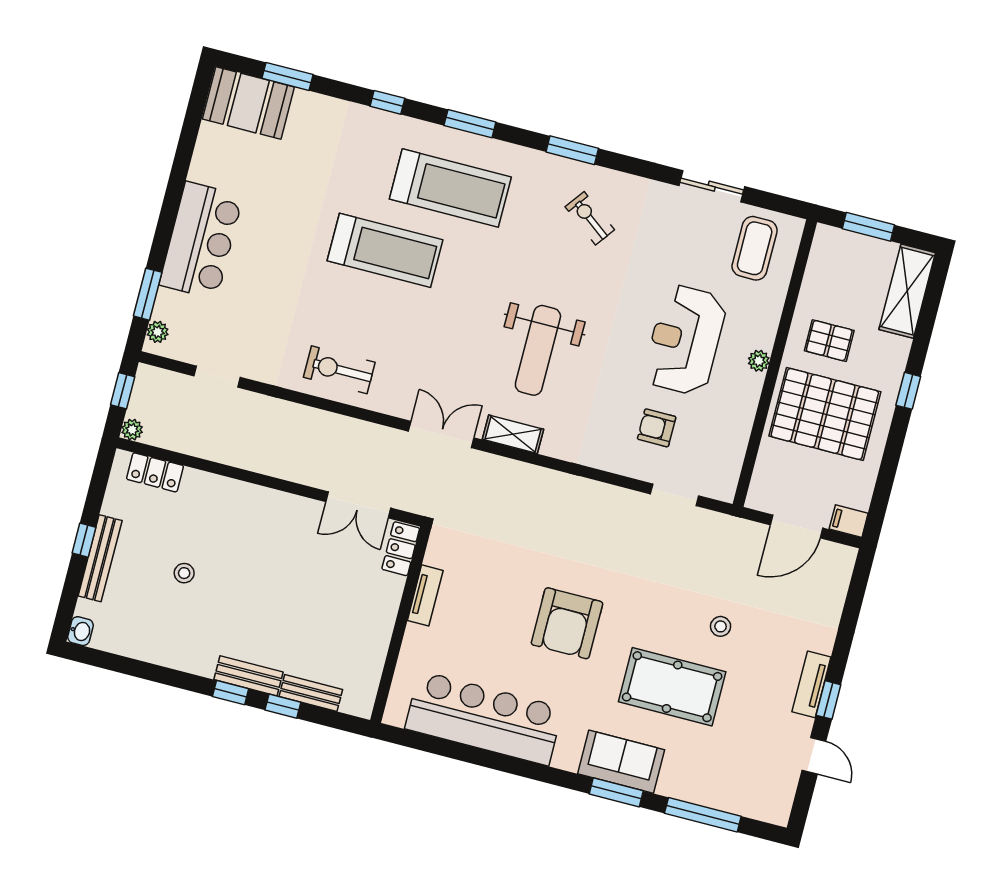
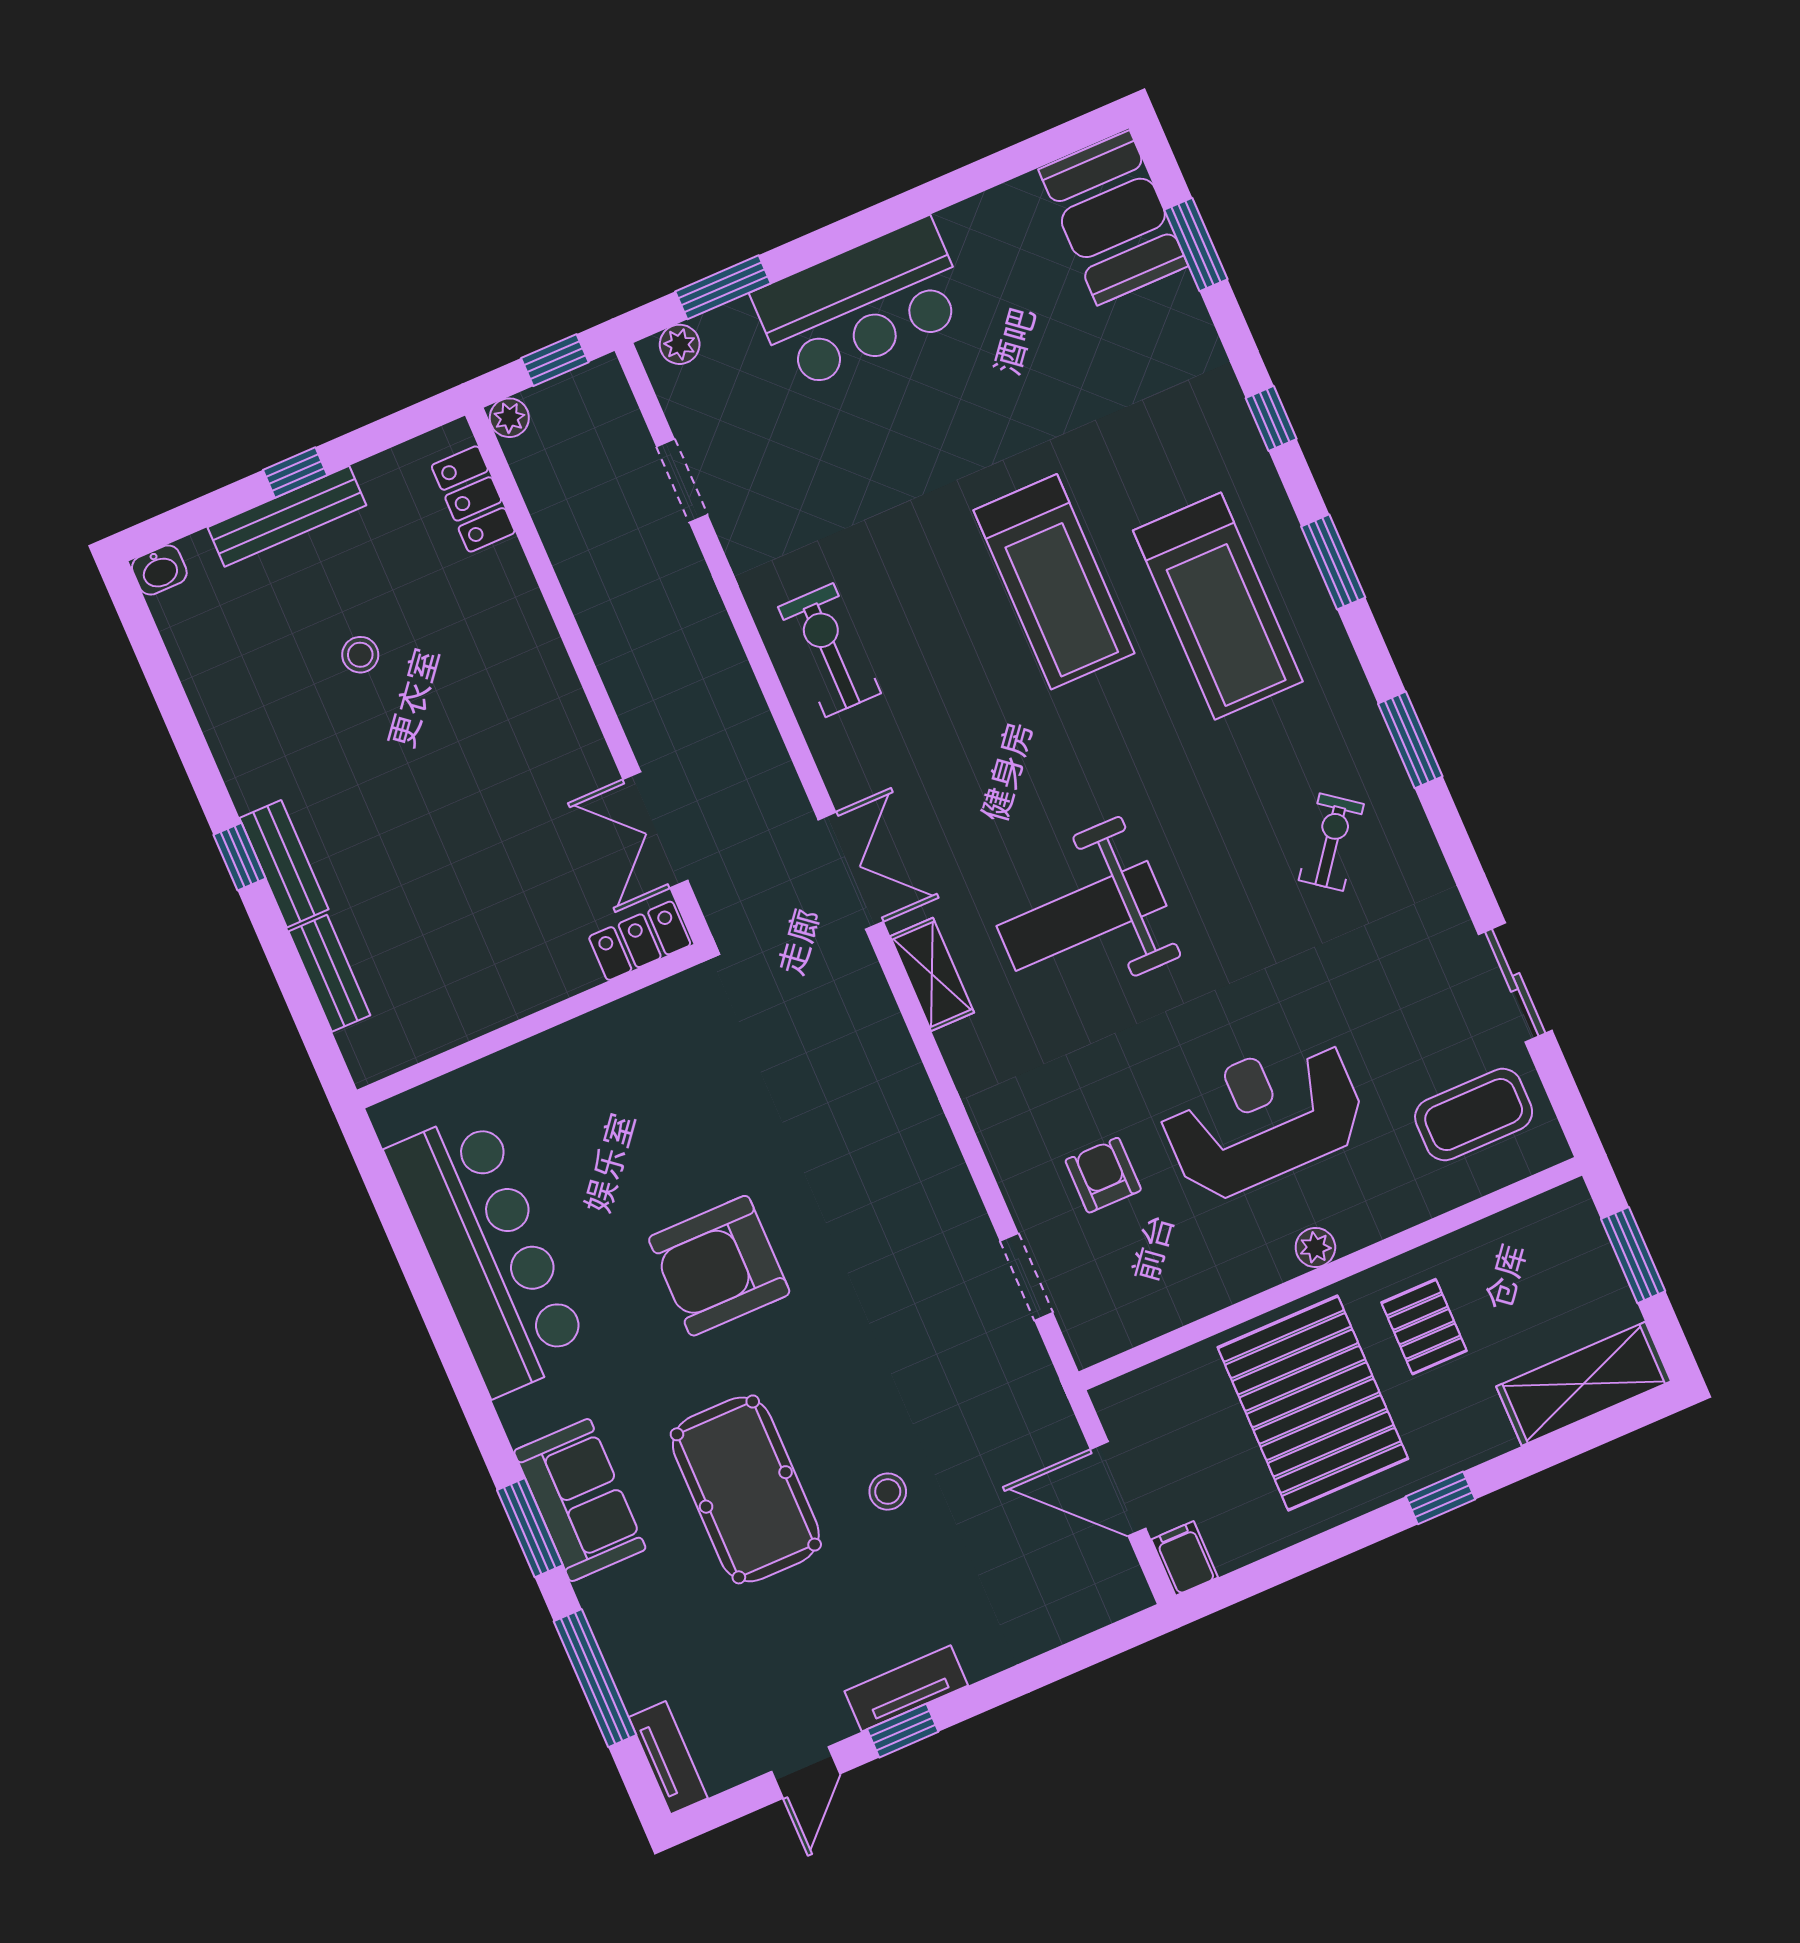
tv unit: (425, 595) -> (668, 1758), moved, turned -90
window: (283, 706) -> (279, 948), removed

